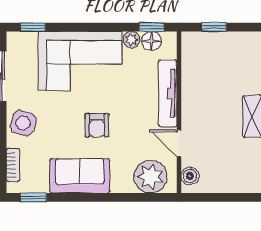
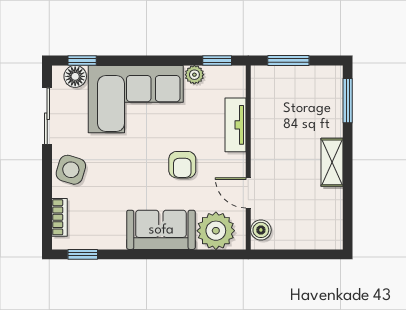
window: (214, 27) -> (288, 60), width x1.50
floor lamp: (151, 41) -> (75, 76), moved
tv unit: (168, 93) -> (235, 125), width x0.71
armchair: (97, 125) -> (182, 165), moved
sofa: (80, 176) -> (161, 230), moved

